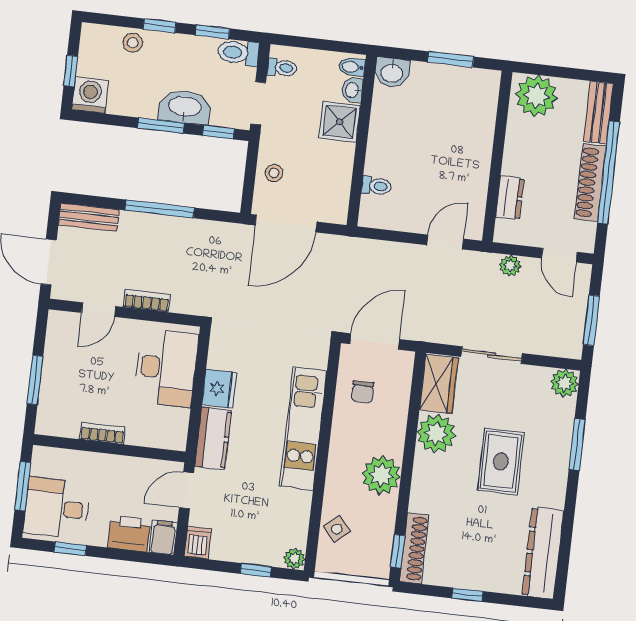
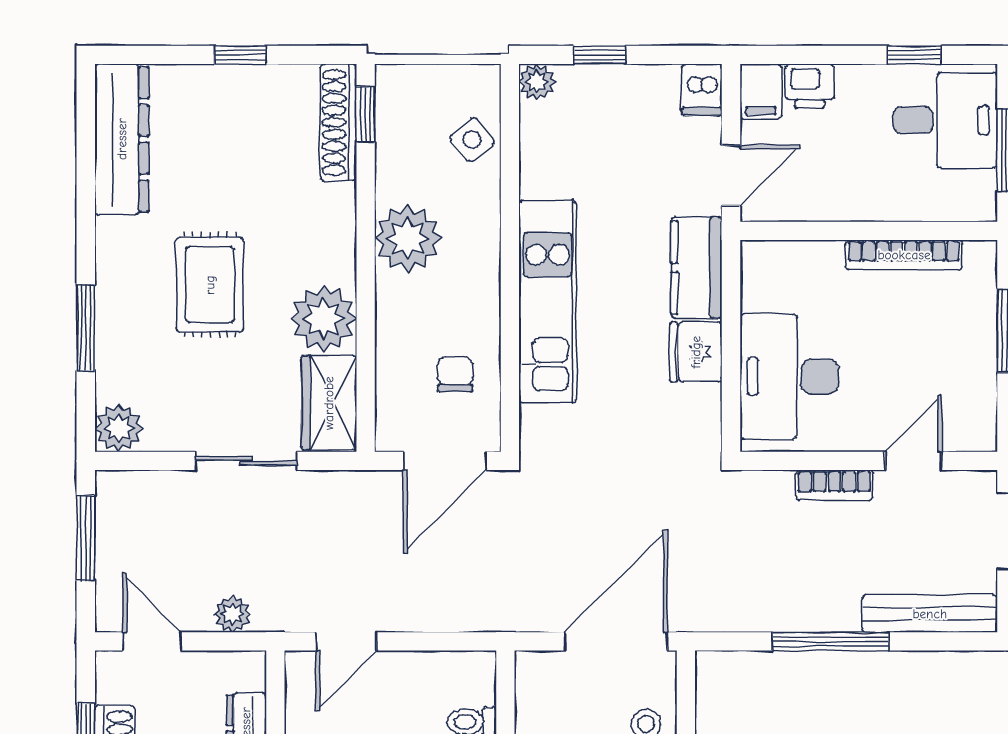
bench: (89, 217) -> (930, 614), width x1.36
bookcase: (103, 433) -> (904, 255), width x1.56
printer: (129, 534) -> (810, 86), width x0.73, depth x0.81

